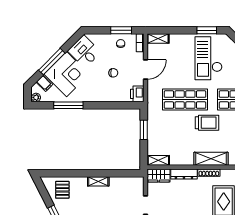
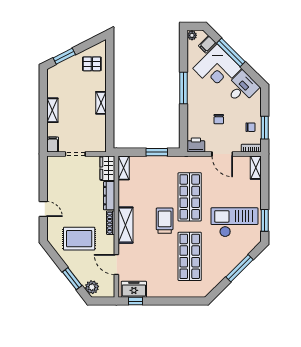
window: (68, 105) -> (184, 88), moved
trolley: (207, 123) -> (165, 221), turned 180

